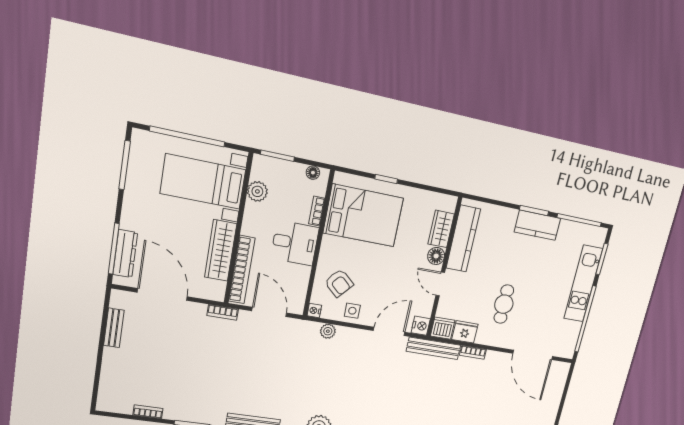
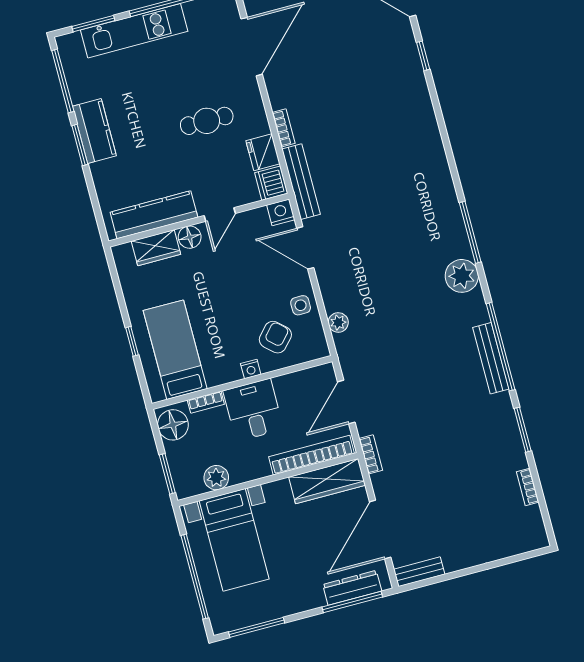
floor lamp: (313, 173) -> (173, 425), width x1.89, depth x1.89
bed: (363, 216) -> (175, 350), width x0.67
wardrobe: (221, 250) -> (327, 481), moved
nightstand: (314, 311) -> (251, 369), moved
bench: (114, 328) -> (419, 572), moved

